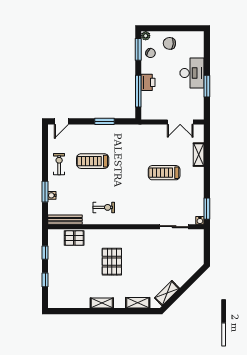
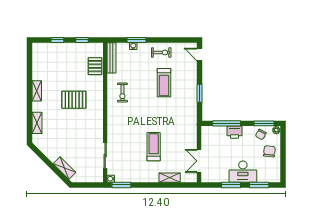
window: (207, 55) -> (259, 185), added
treadmill: (93, 161) -> (164, 83), turned 180
shelving: (167, 293) -> (64, 168), moved

